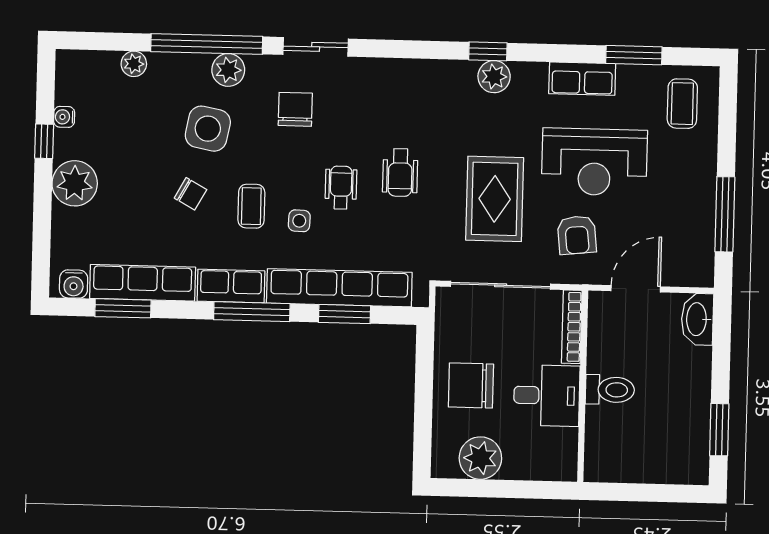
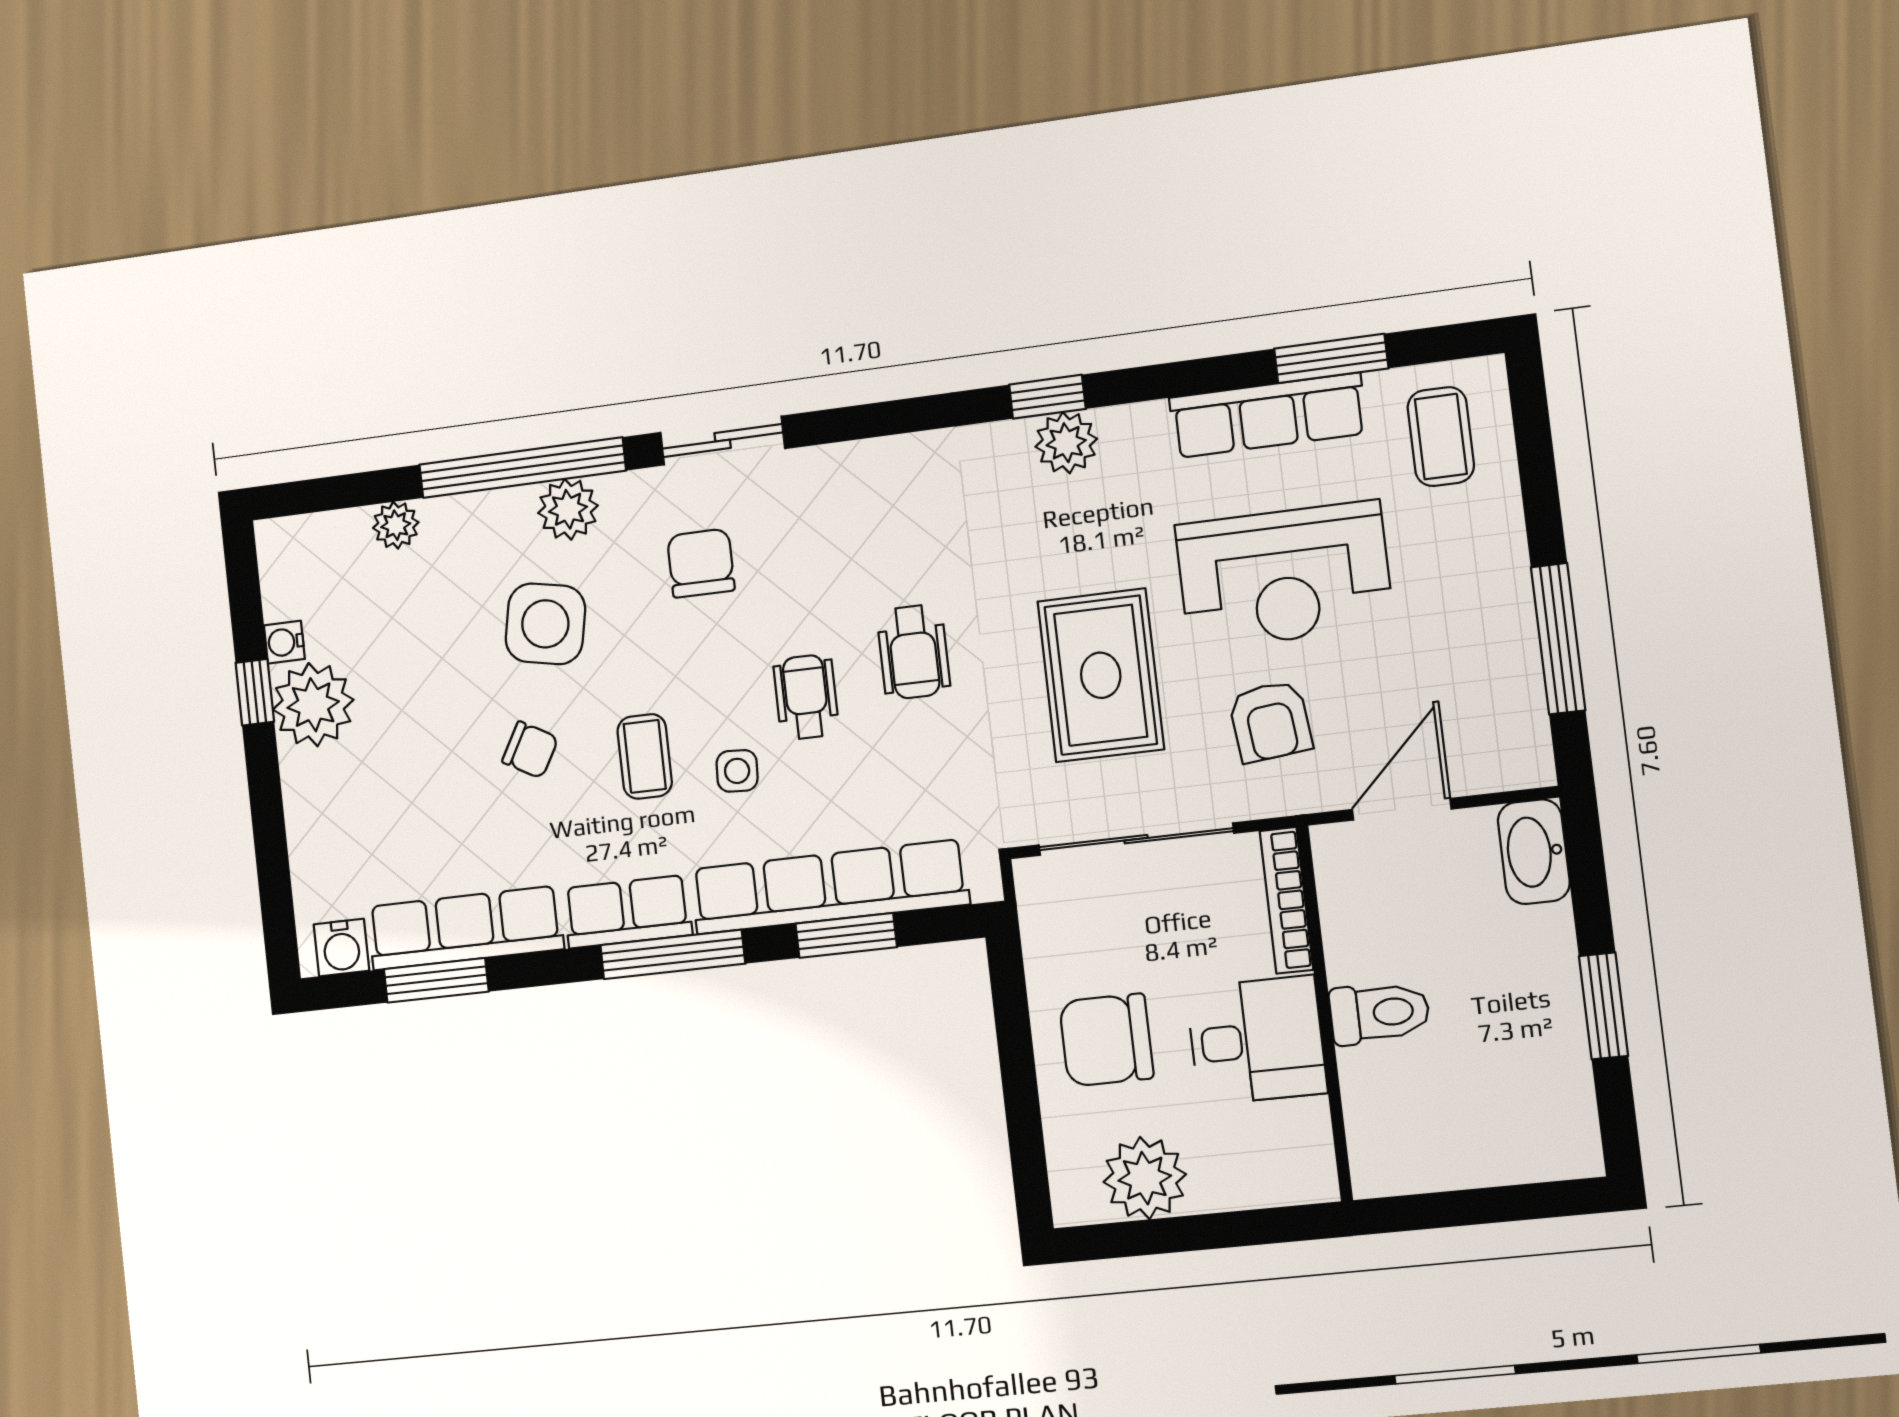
row of seats: (582, 79) -> (1268, 415), width x1.48
plant: (75, 183) -> (313, 705), moved
window: (719, 430) -> (1604, 1006), moved

